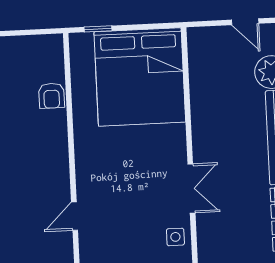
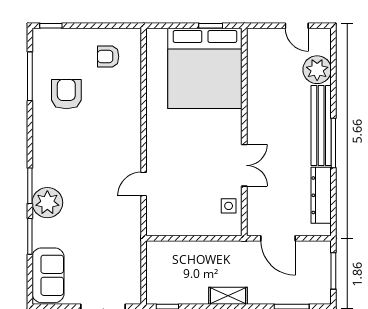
window: (98, 29) -> (211, 26), moved
armchair: (52, 96) -> (108, 56), moved, turned 90

